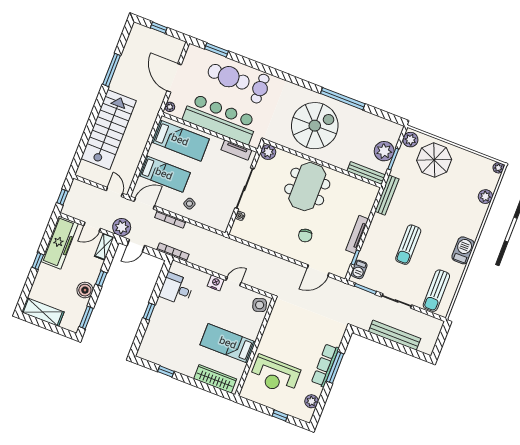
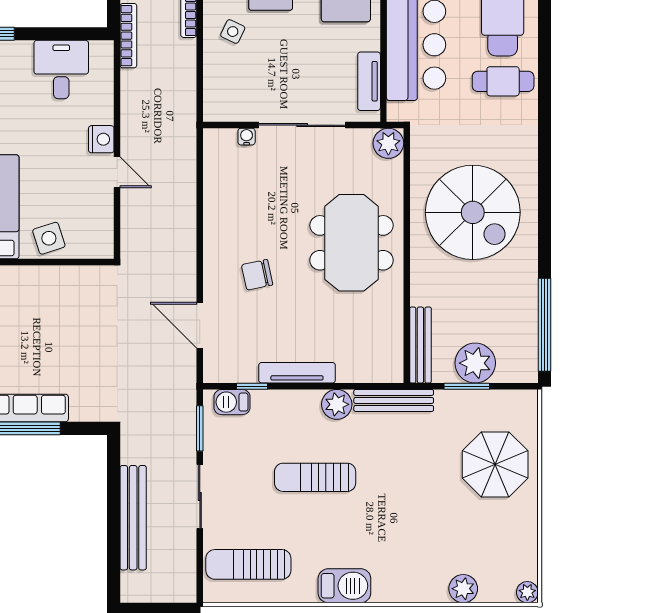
window: (343, 99) -> (544, 325), moved
plant: (410, 140) -> (337, 404), moved
meeting table: (307, 187) -> (351, 243), turned 90
side table: (260, 305) -> (49, 238), moved

